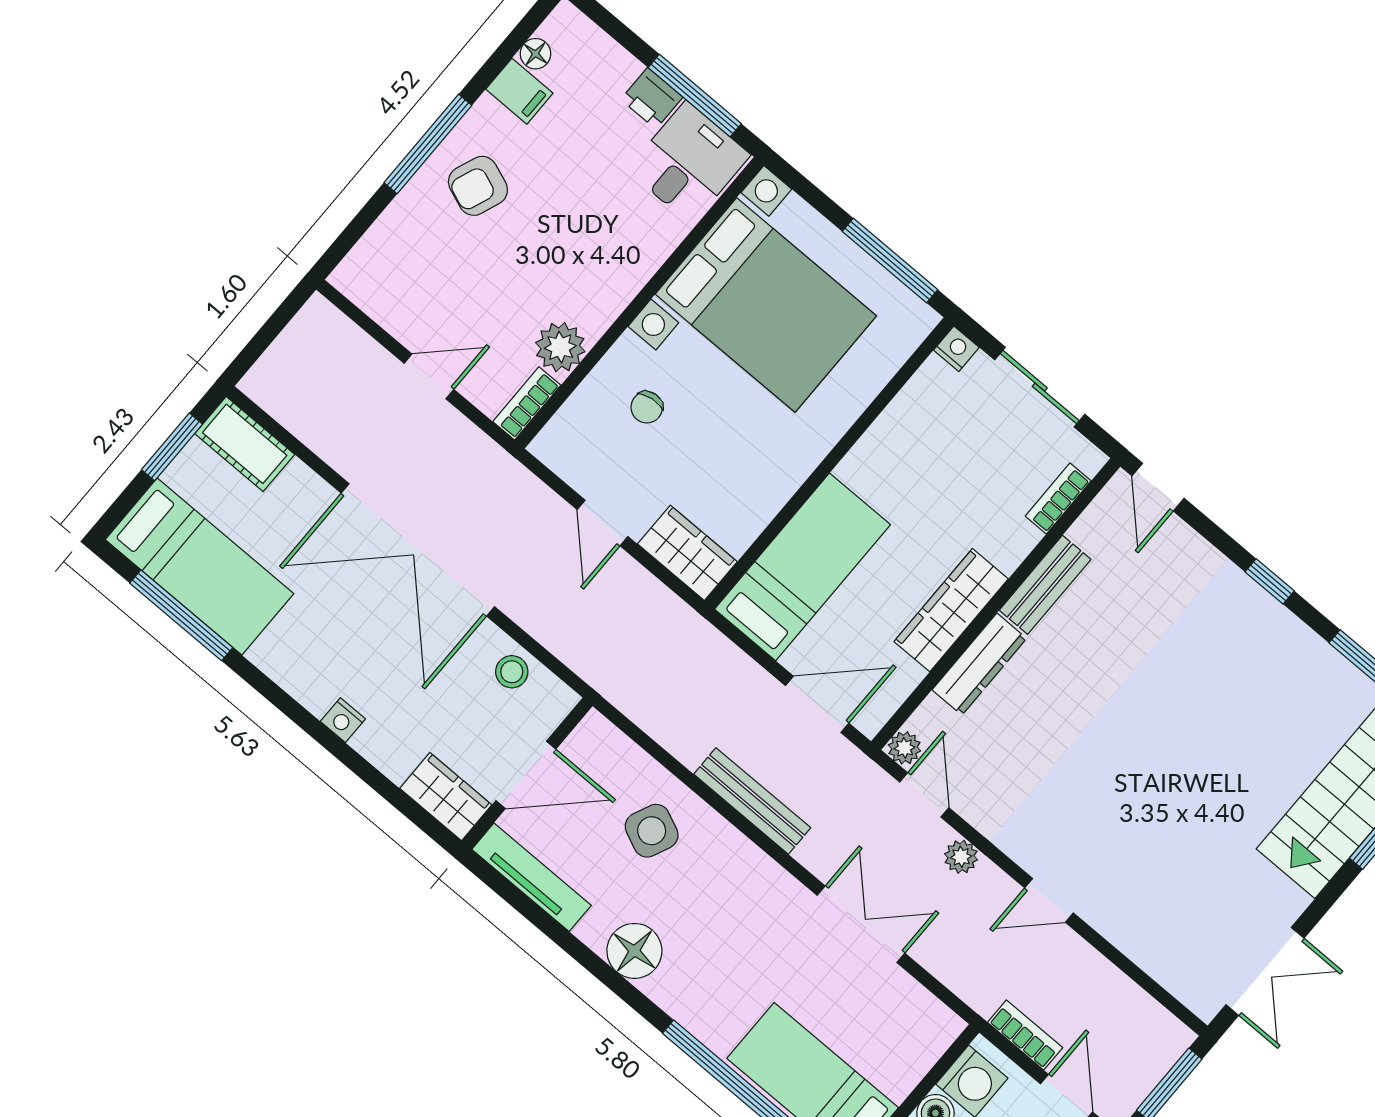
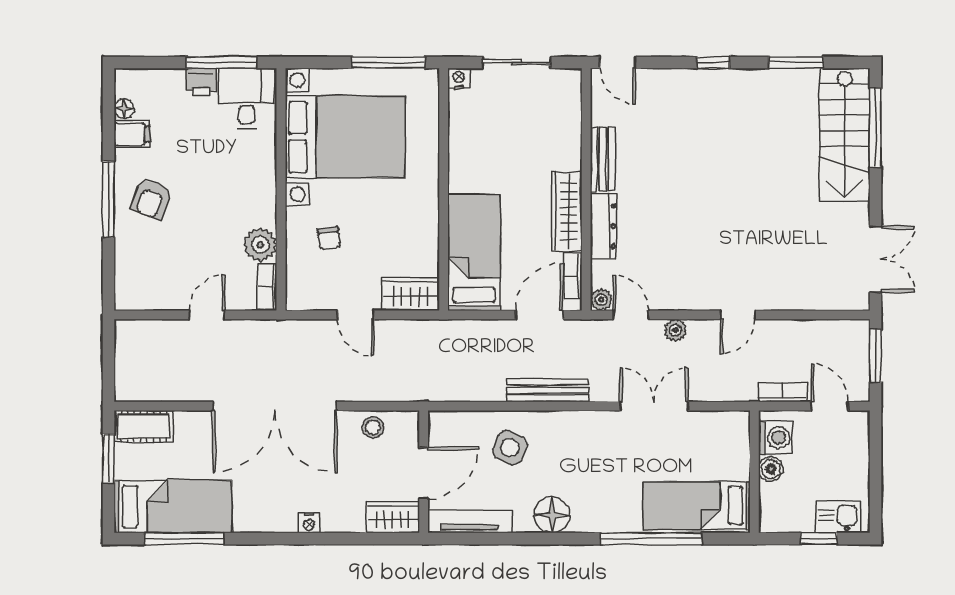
bookcase: (1058, 498) -> (573, 276), moved

